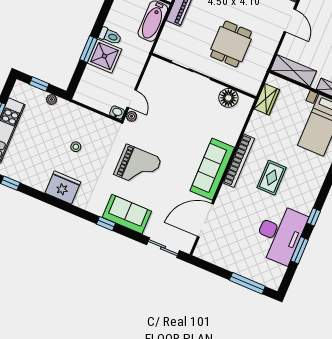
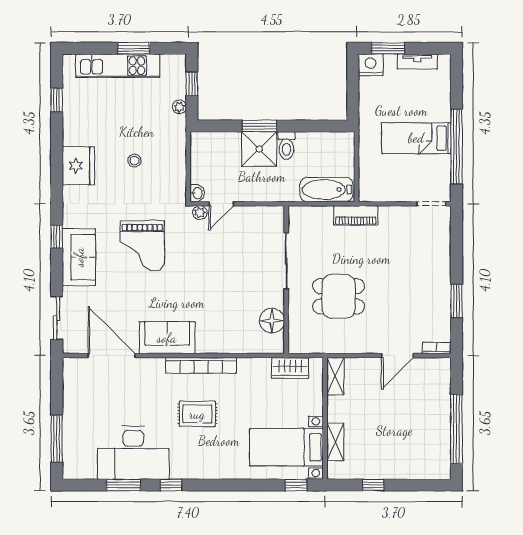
shelving: (293, 71) -> (335, 376), width x0.67, depth x0.75
sofa: (212, 169) -> (167, 338), width x0.73

